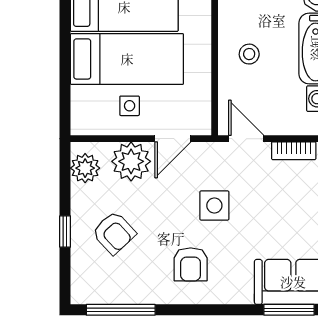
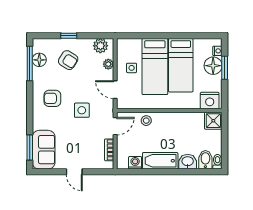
stool: (249, 54) -> (146, 121), moved
plant: (131, 161) -> (108, 64), width x0.53, depth x0.53
armchair: (114, 233) -> (68, 60), turned -105
floor lamp: (113, 291) -> (39, 60), added

